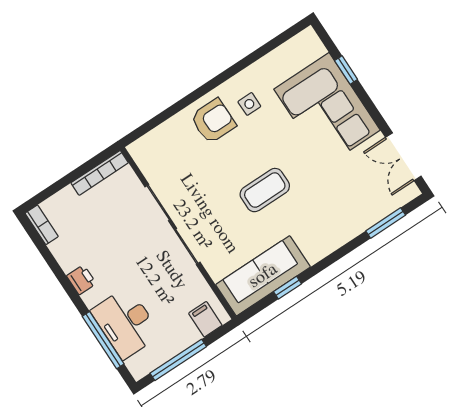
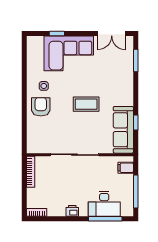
coffee table: (265, 190) -> (86, 104), turned 90

